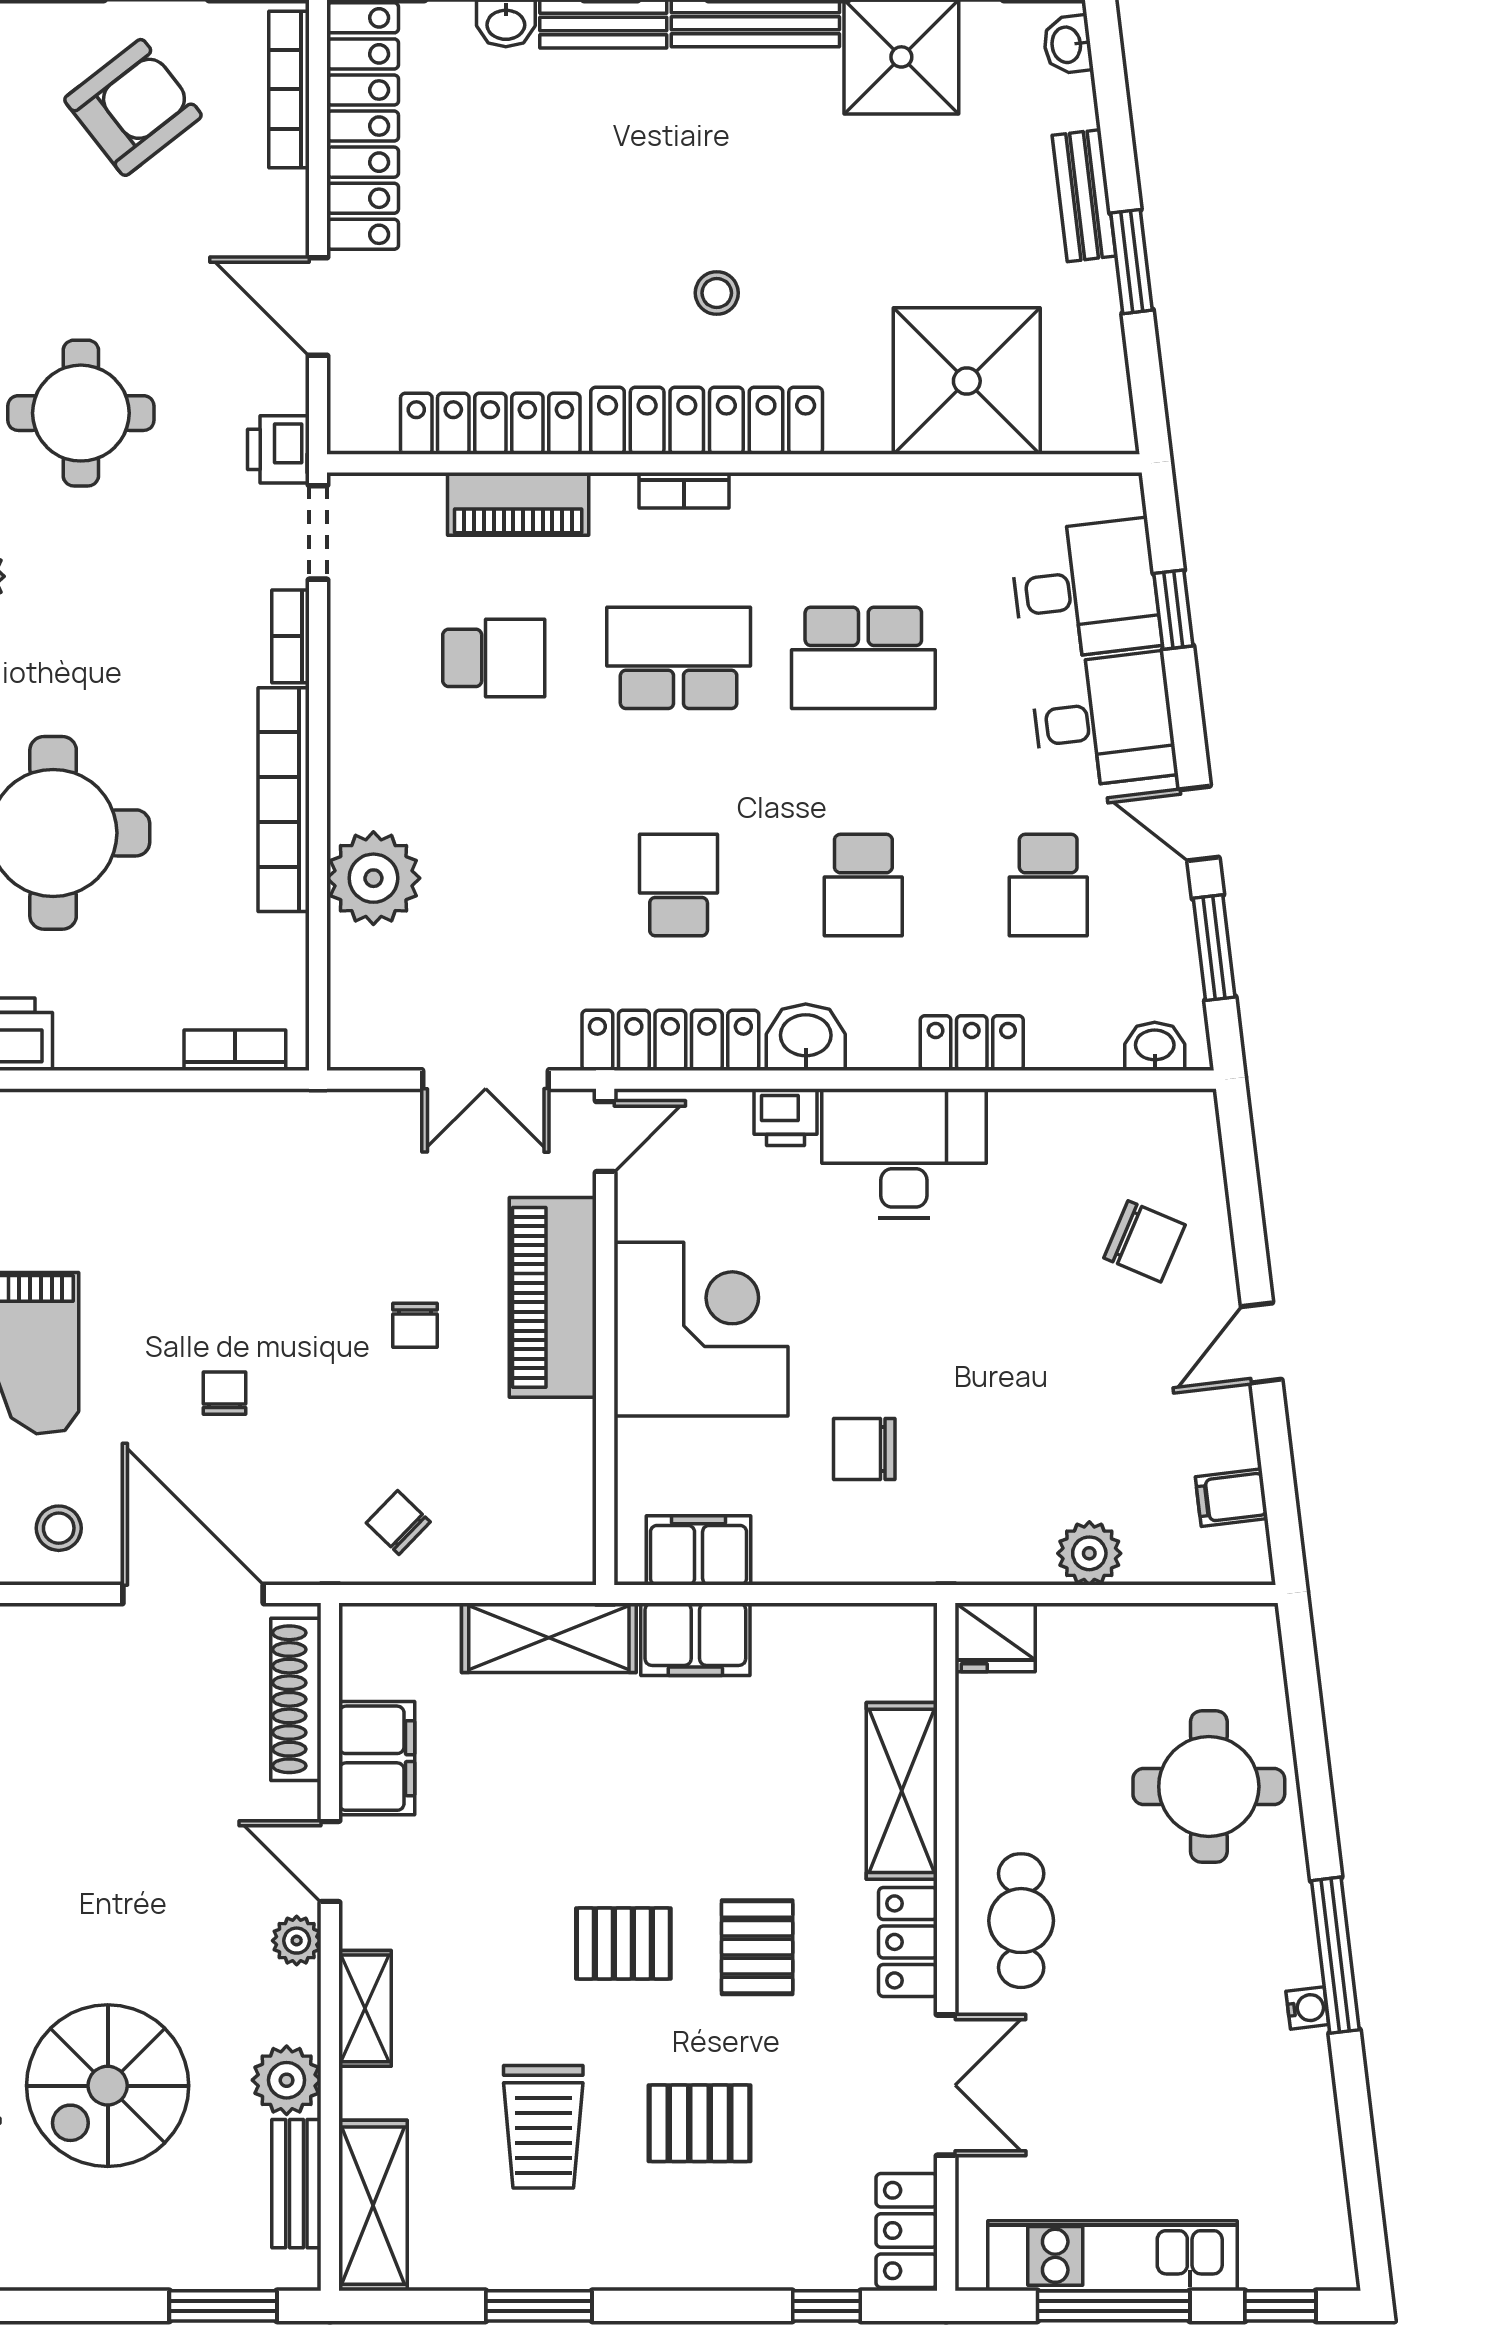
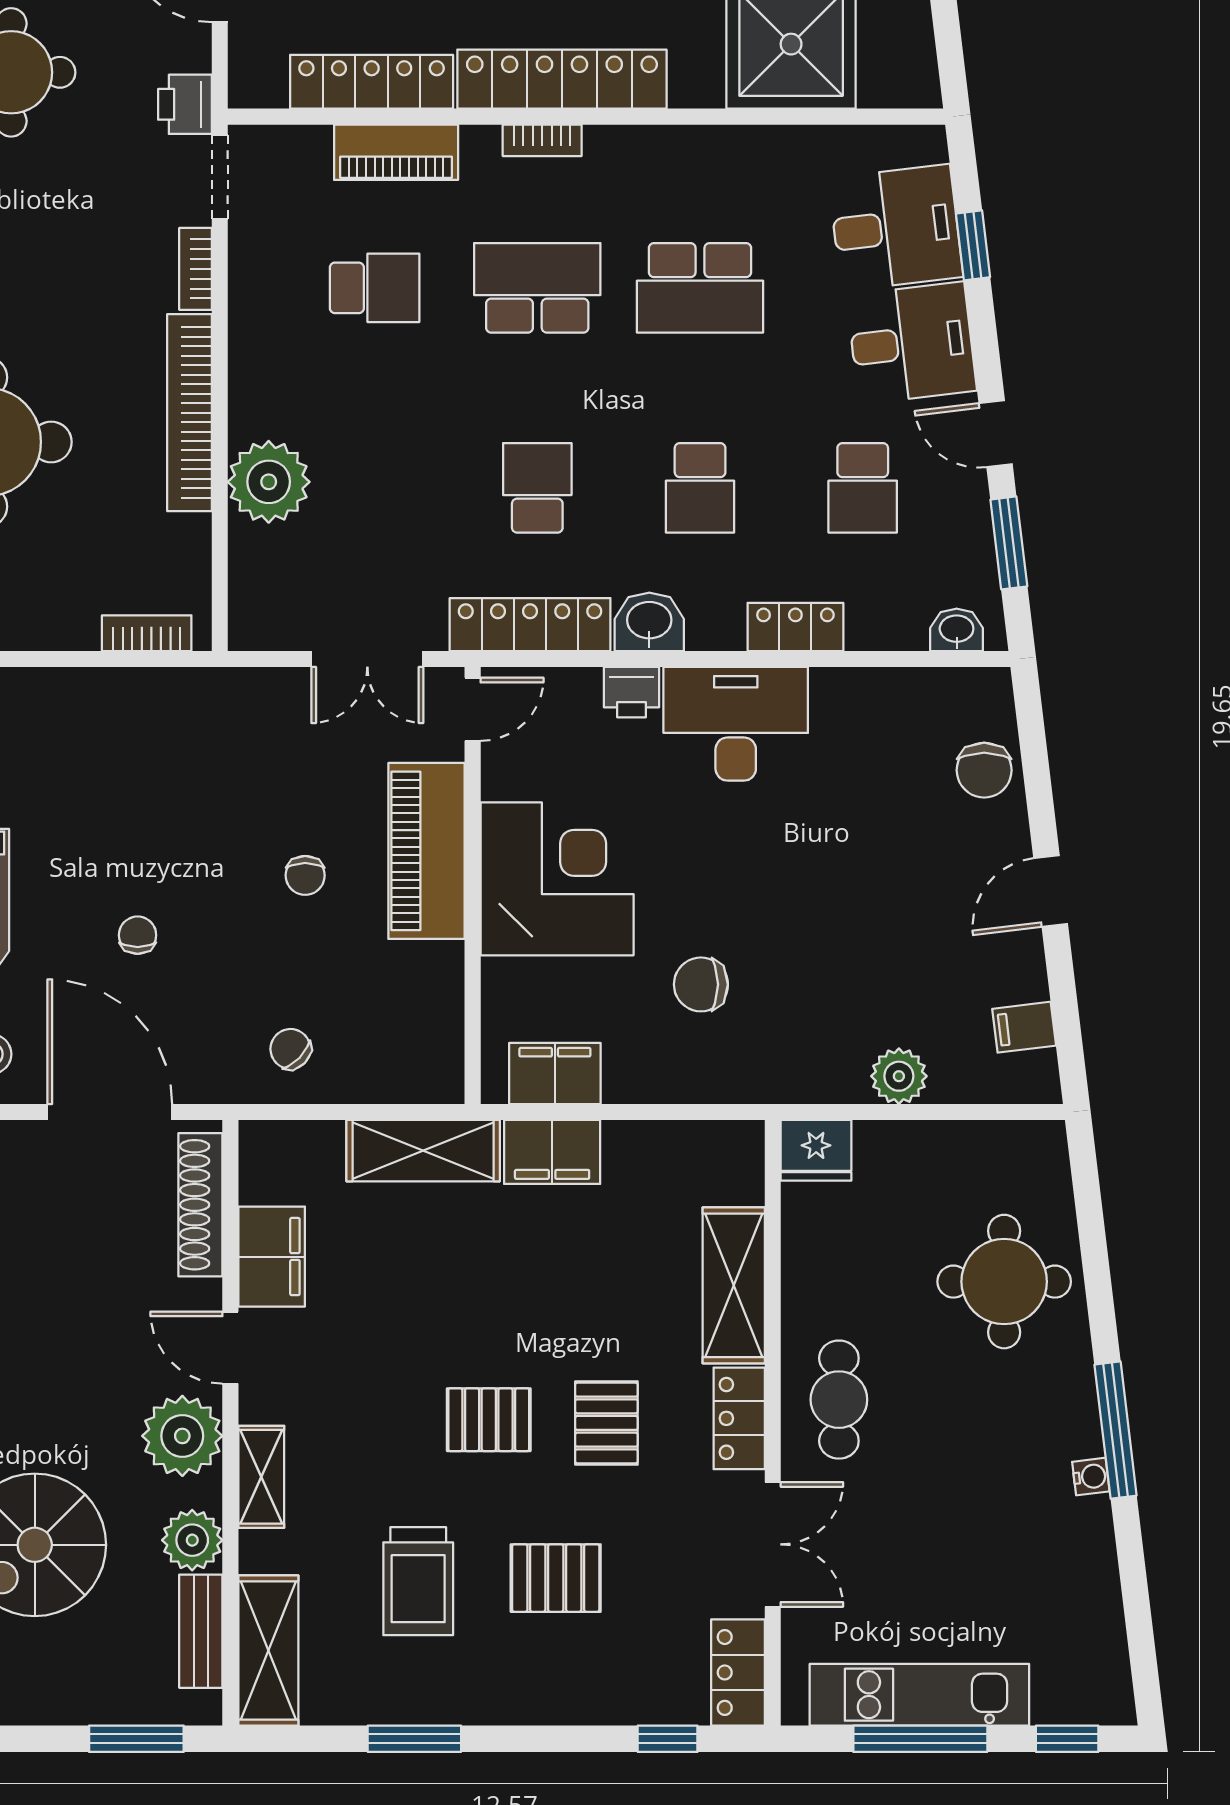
chair: (1144, 1241) -> (984, 770), moved, turned 67
plant: (297, 1941) -> (182, 1436), width x1.88, depth x1.88

